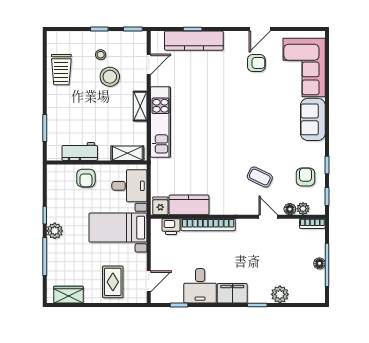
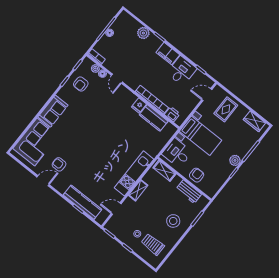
trolley: (61, 70) -> (153, 244), moved, turned -90
stool: (110, 77) -> (173, 221), moved
coffee table: (260, 177) -> (105, 103), removed
fridge: (160, 206) -> (139, 106), moved

